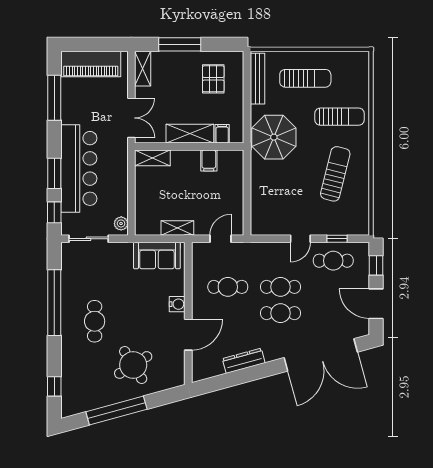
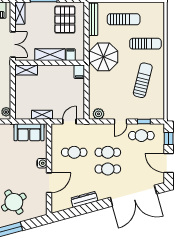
pallet: (213, 79) -> (65, 20), width x1.50, depth x1.42
filing cabinet: (209, 161) -> (79, 72), moved
plant: (266, 227) -> (98, 114), added

